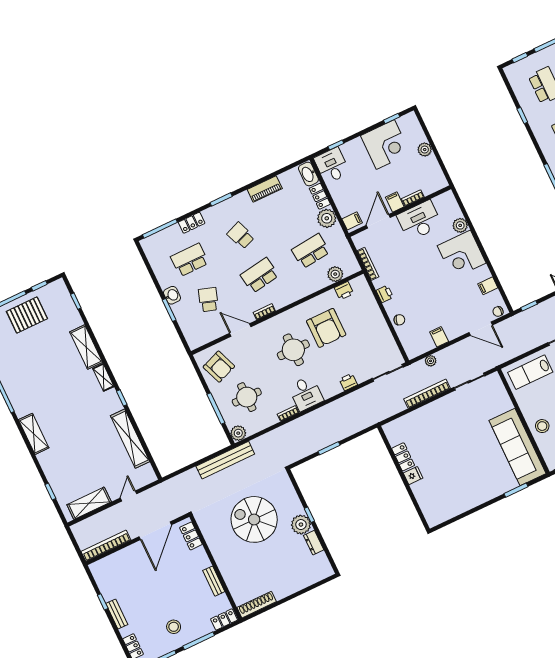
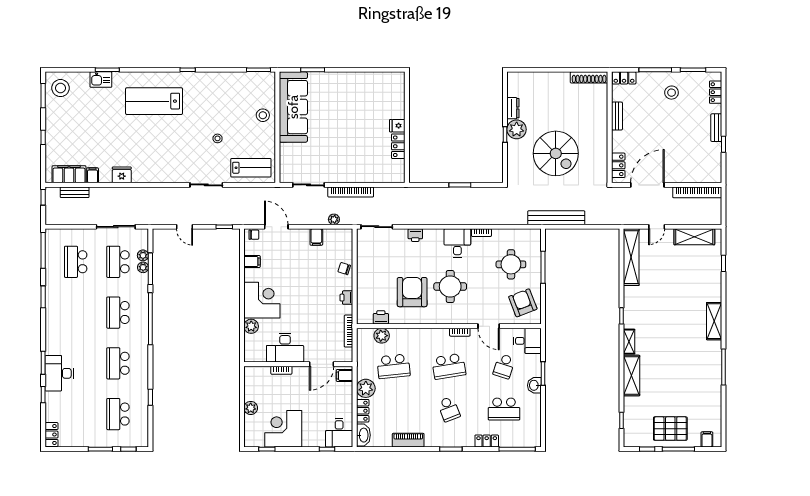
filing cabinet: (395, 202) -> (299, 374), removed
desk: (198, 333) -> (527, 341), added
plant: (238, 433) -> (534, 236), removed
shelving: (130, 439) -> (631, 257), moved

